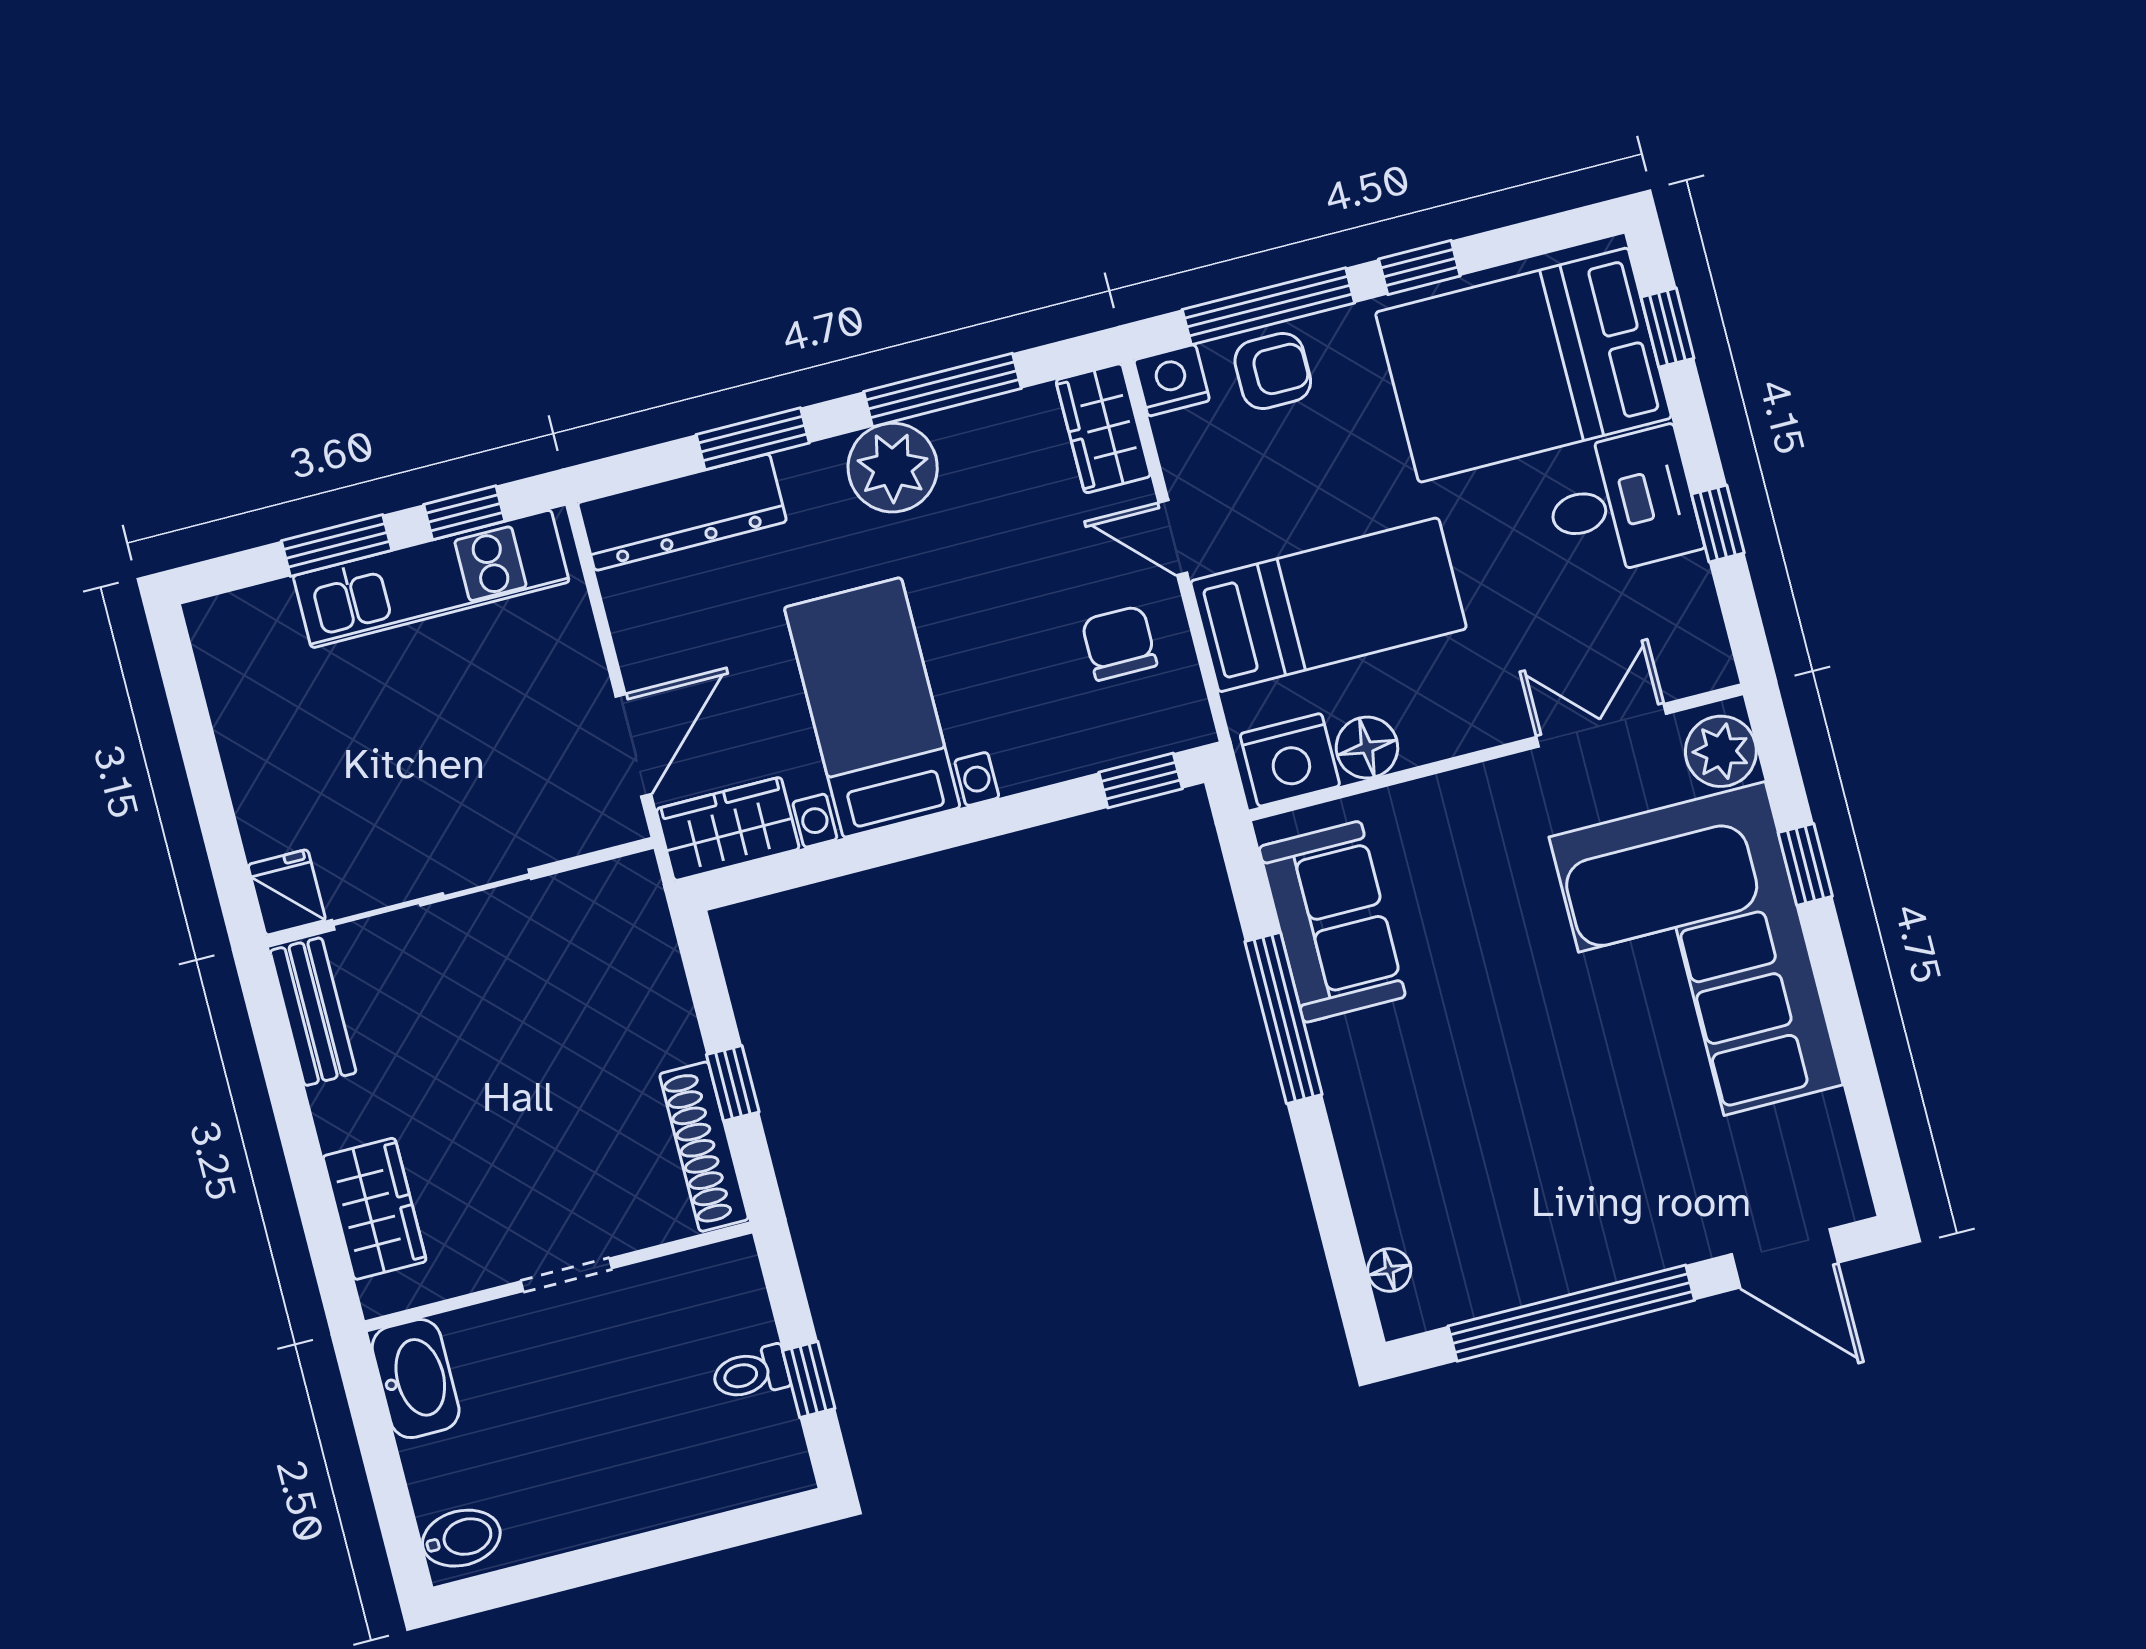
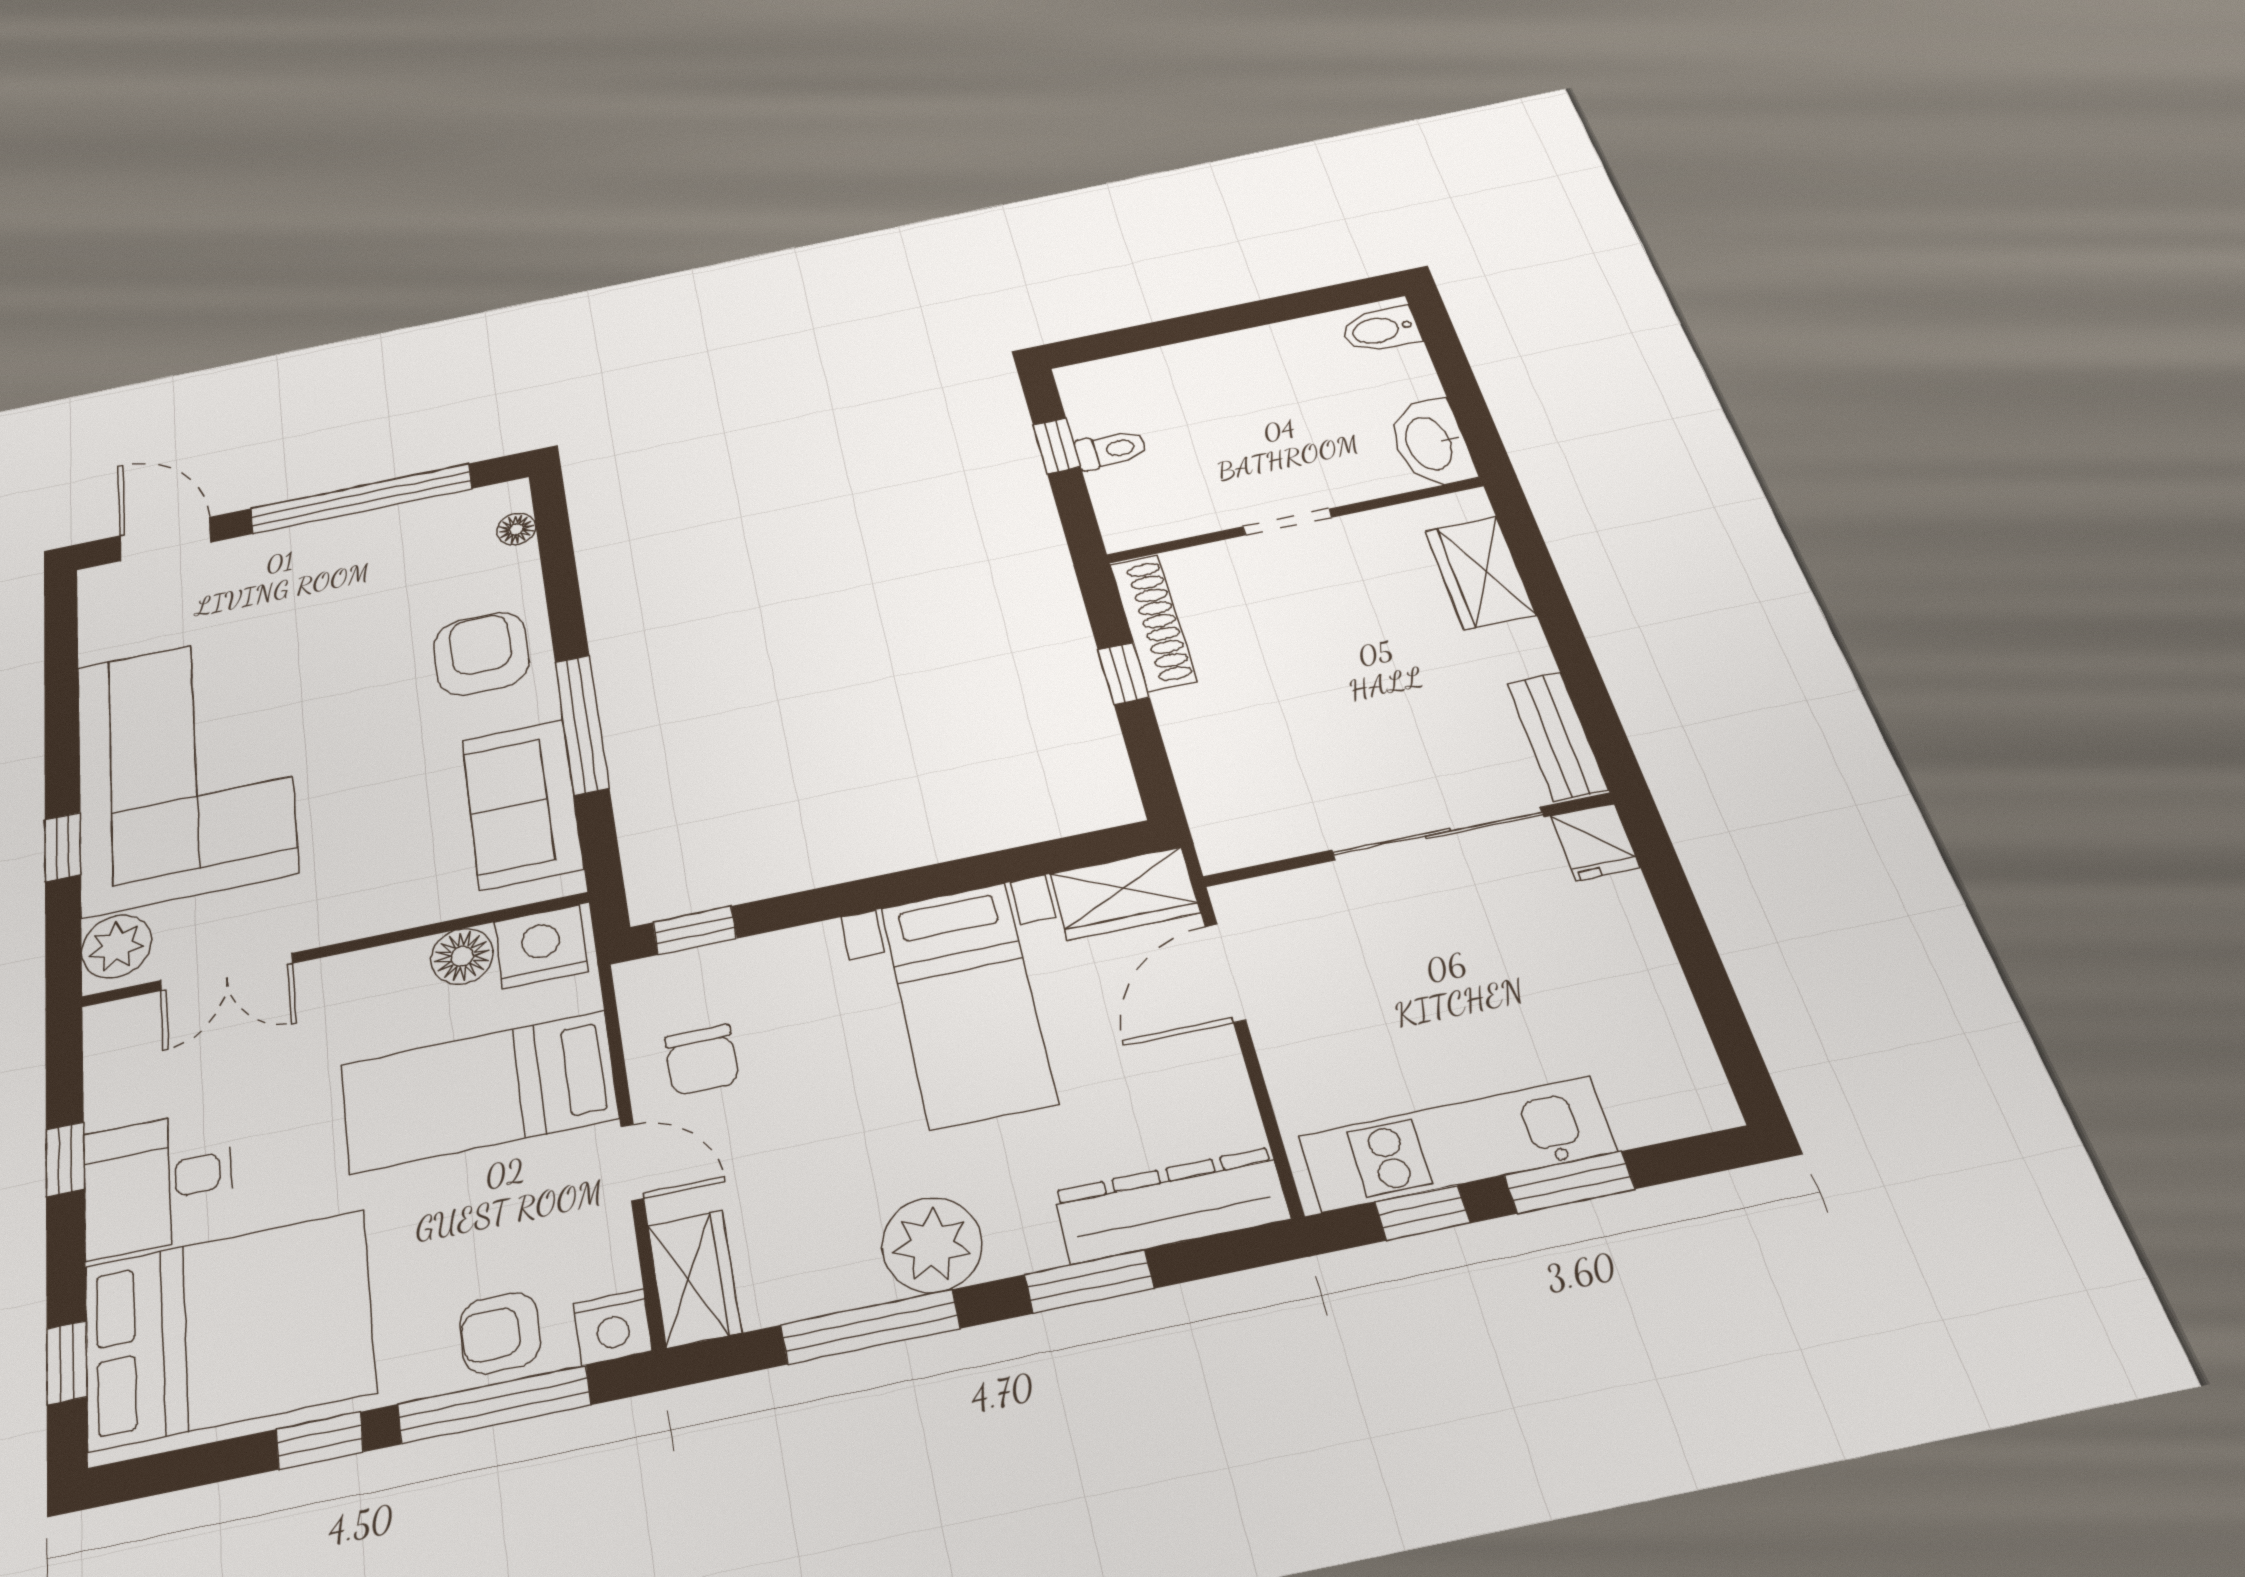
armchair: (1403, 1106) -> (481, 654), added

